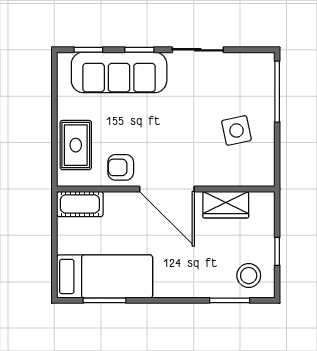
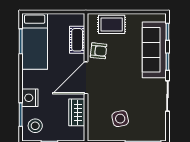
armchair: (121, 167) -> (99, 51), turned 96
cot: (80, 204) -> (77, 40), moved
nightstand: (201, 284) -> (30, 98), added

